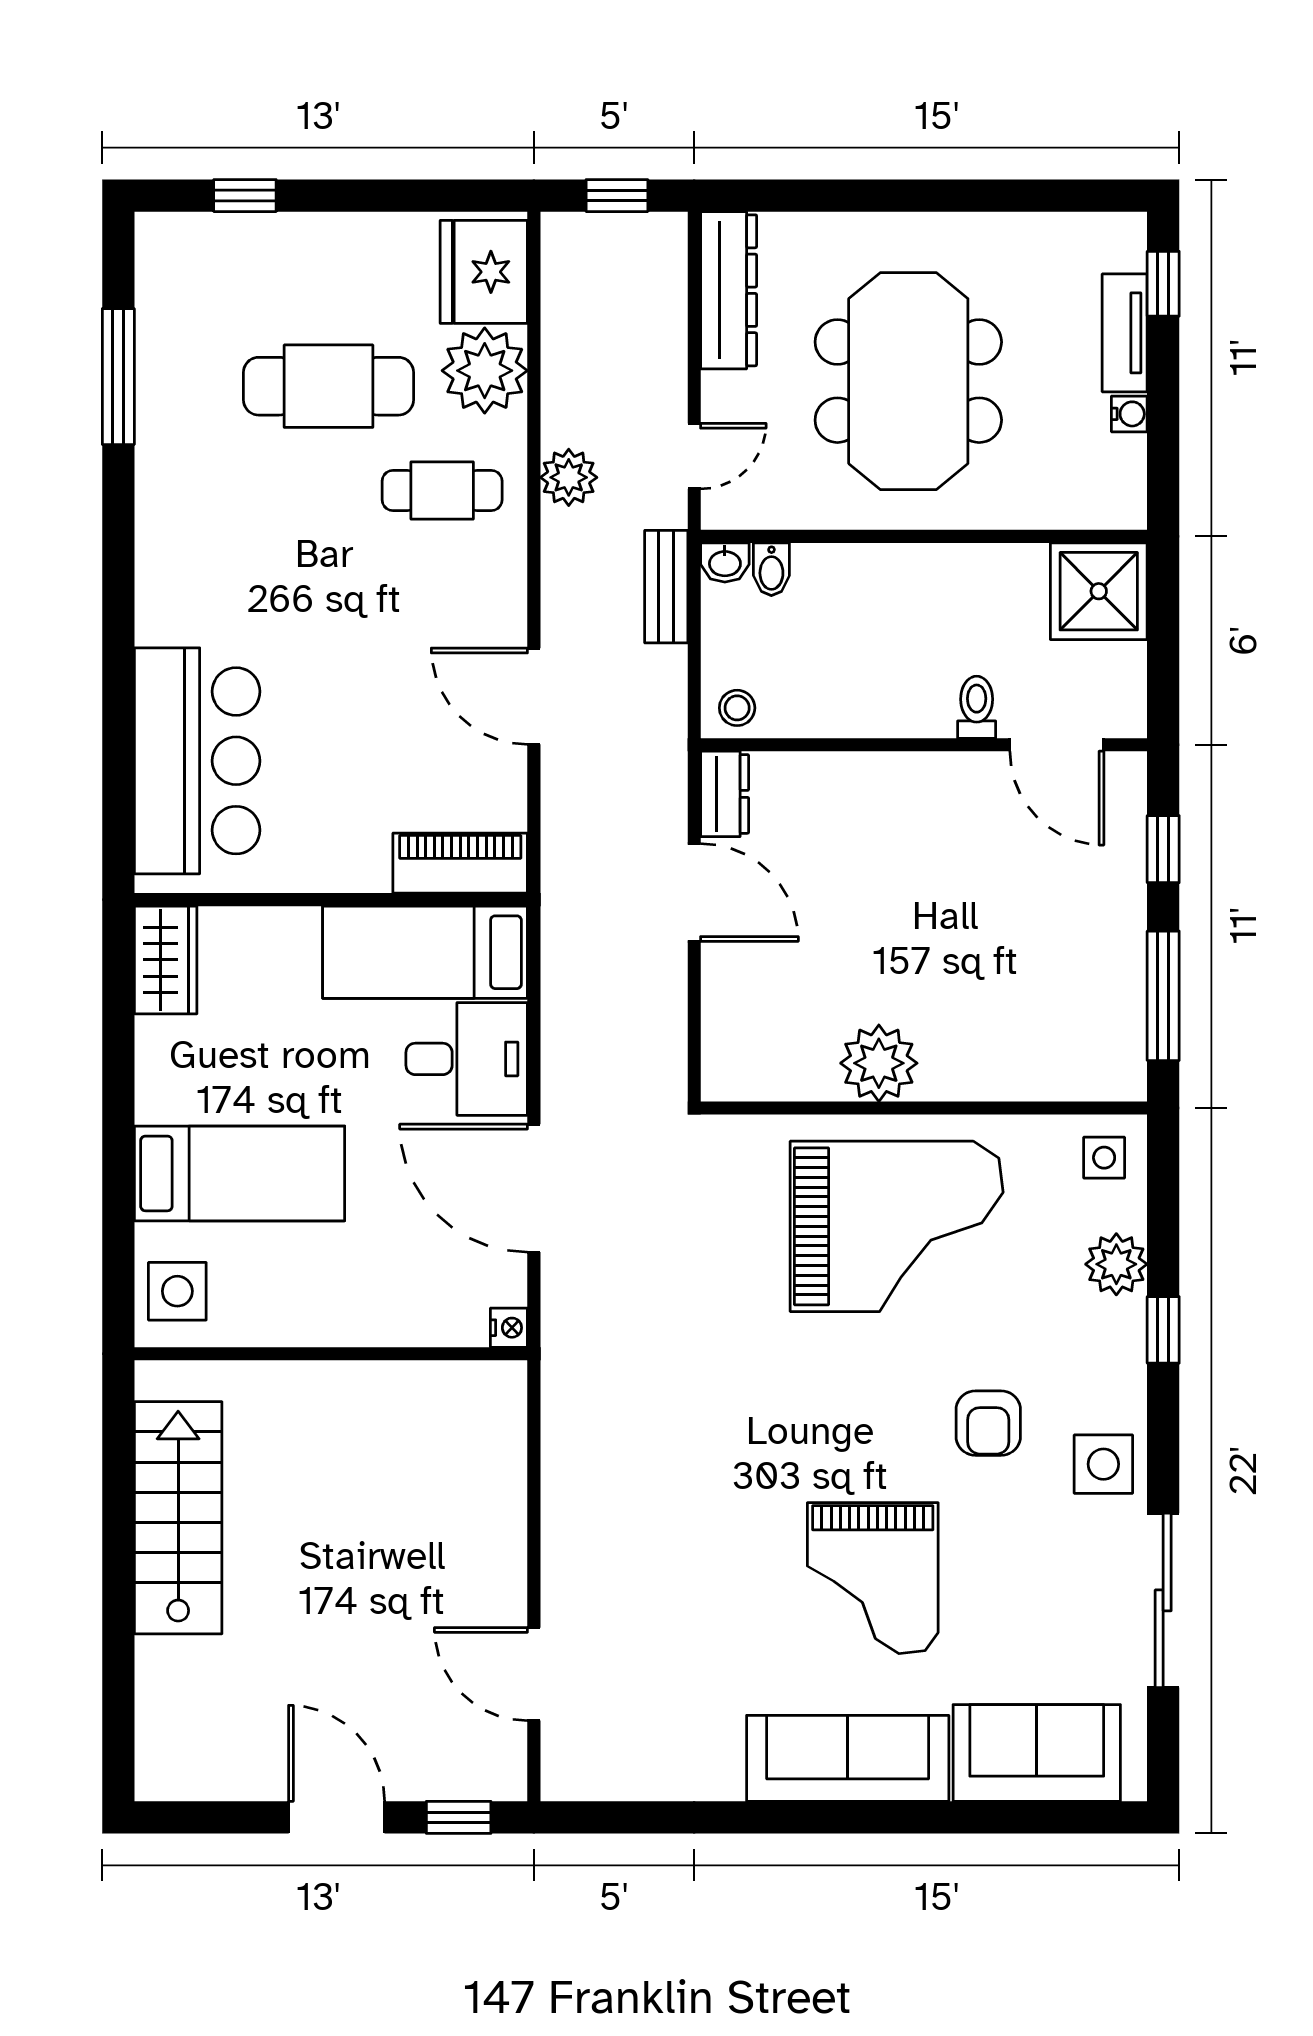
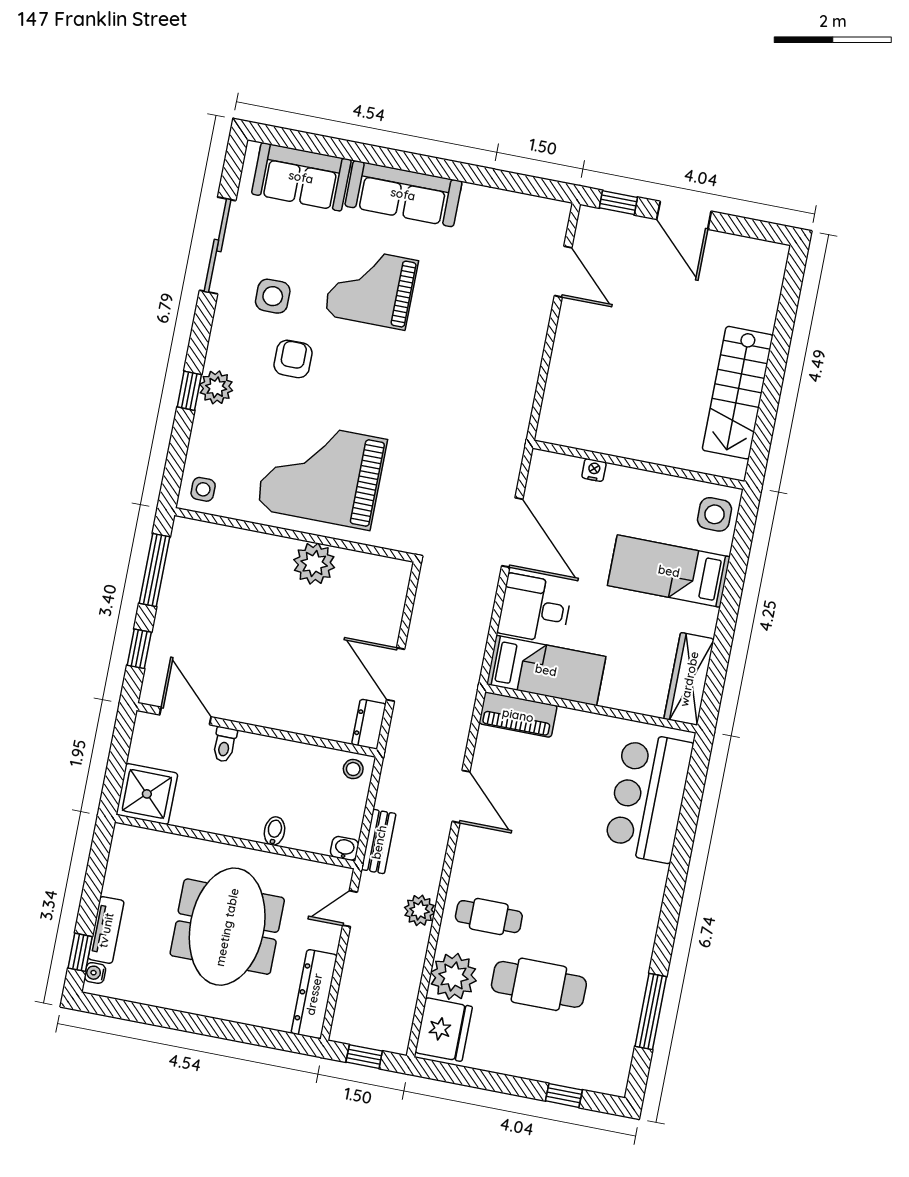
water cooler: (1129, 414) -> (95, 973), moved
bidet: (771, 569) -> (274, 831), moved
wardrobe: (166, 960) -> (689, 679), width x1.50
plant: (1116, 1264) -> (216, 387), moved
nightstand: (509, 1328) -> (594, 470), moved, turned 90
side table: (1103, 1464) -> (273, 296), moved
grand piano: (873, 1578) -> (371, 288), turned -90

